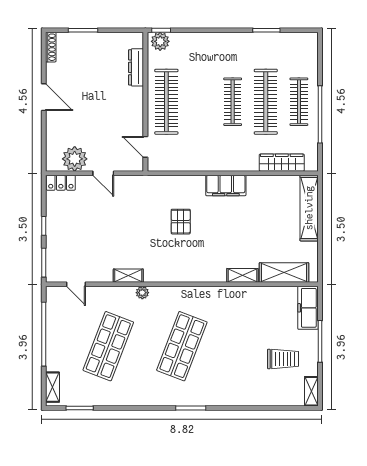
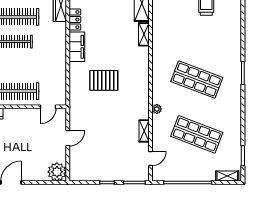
plant: (75, 159) -> (57, 172), moved
locker: (61, 183) -> (75, 20), moved
pallet: (181, 222) -> (104, 80), width x1.50, depth x1.42
shelving: (128, 276) -> (144, 131), moved

